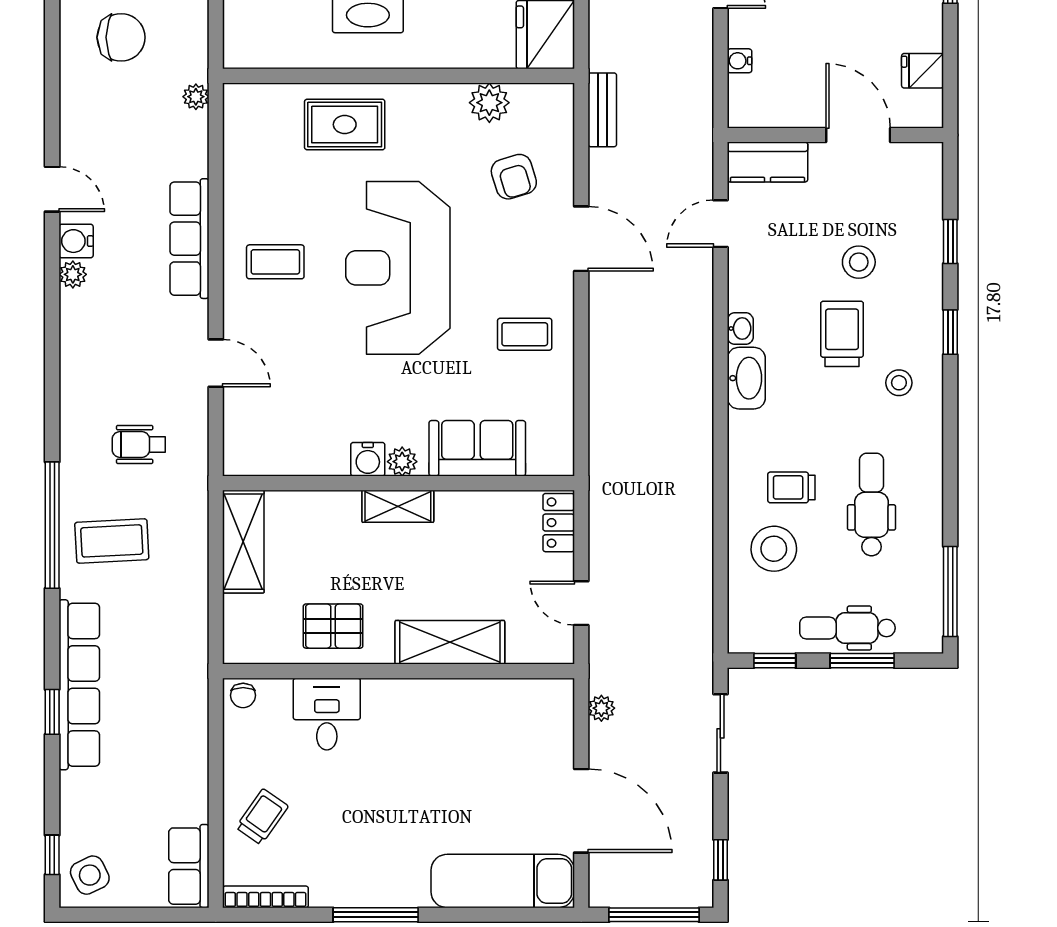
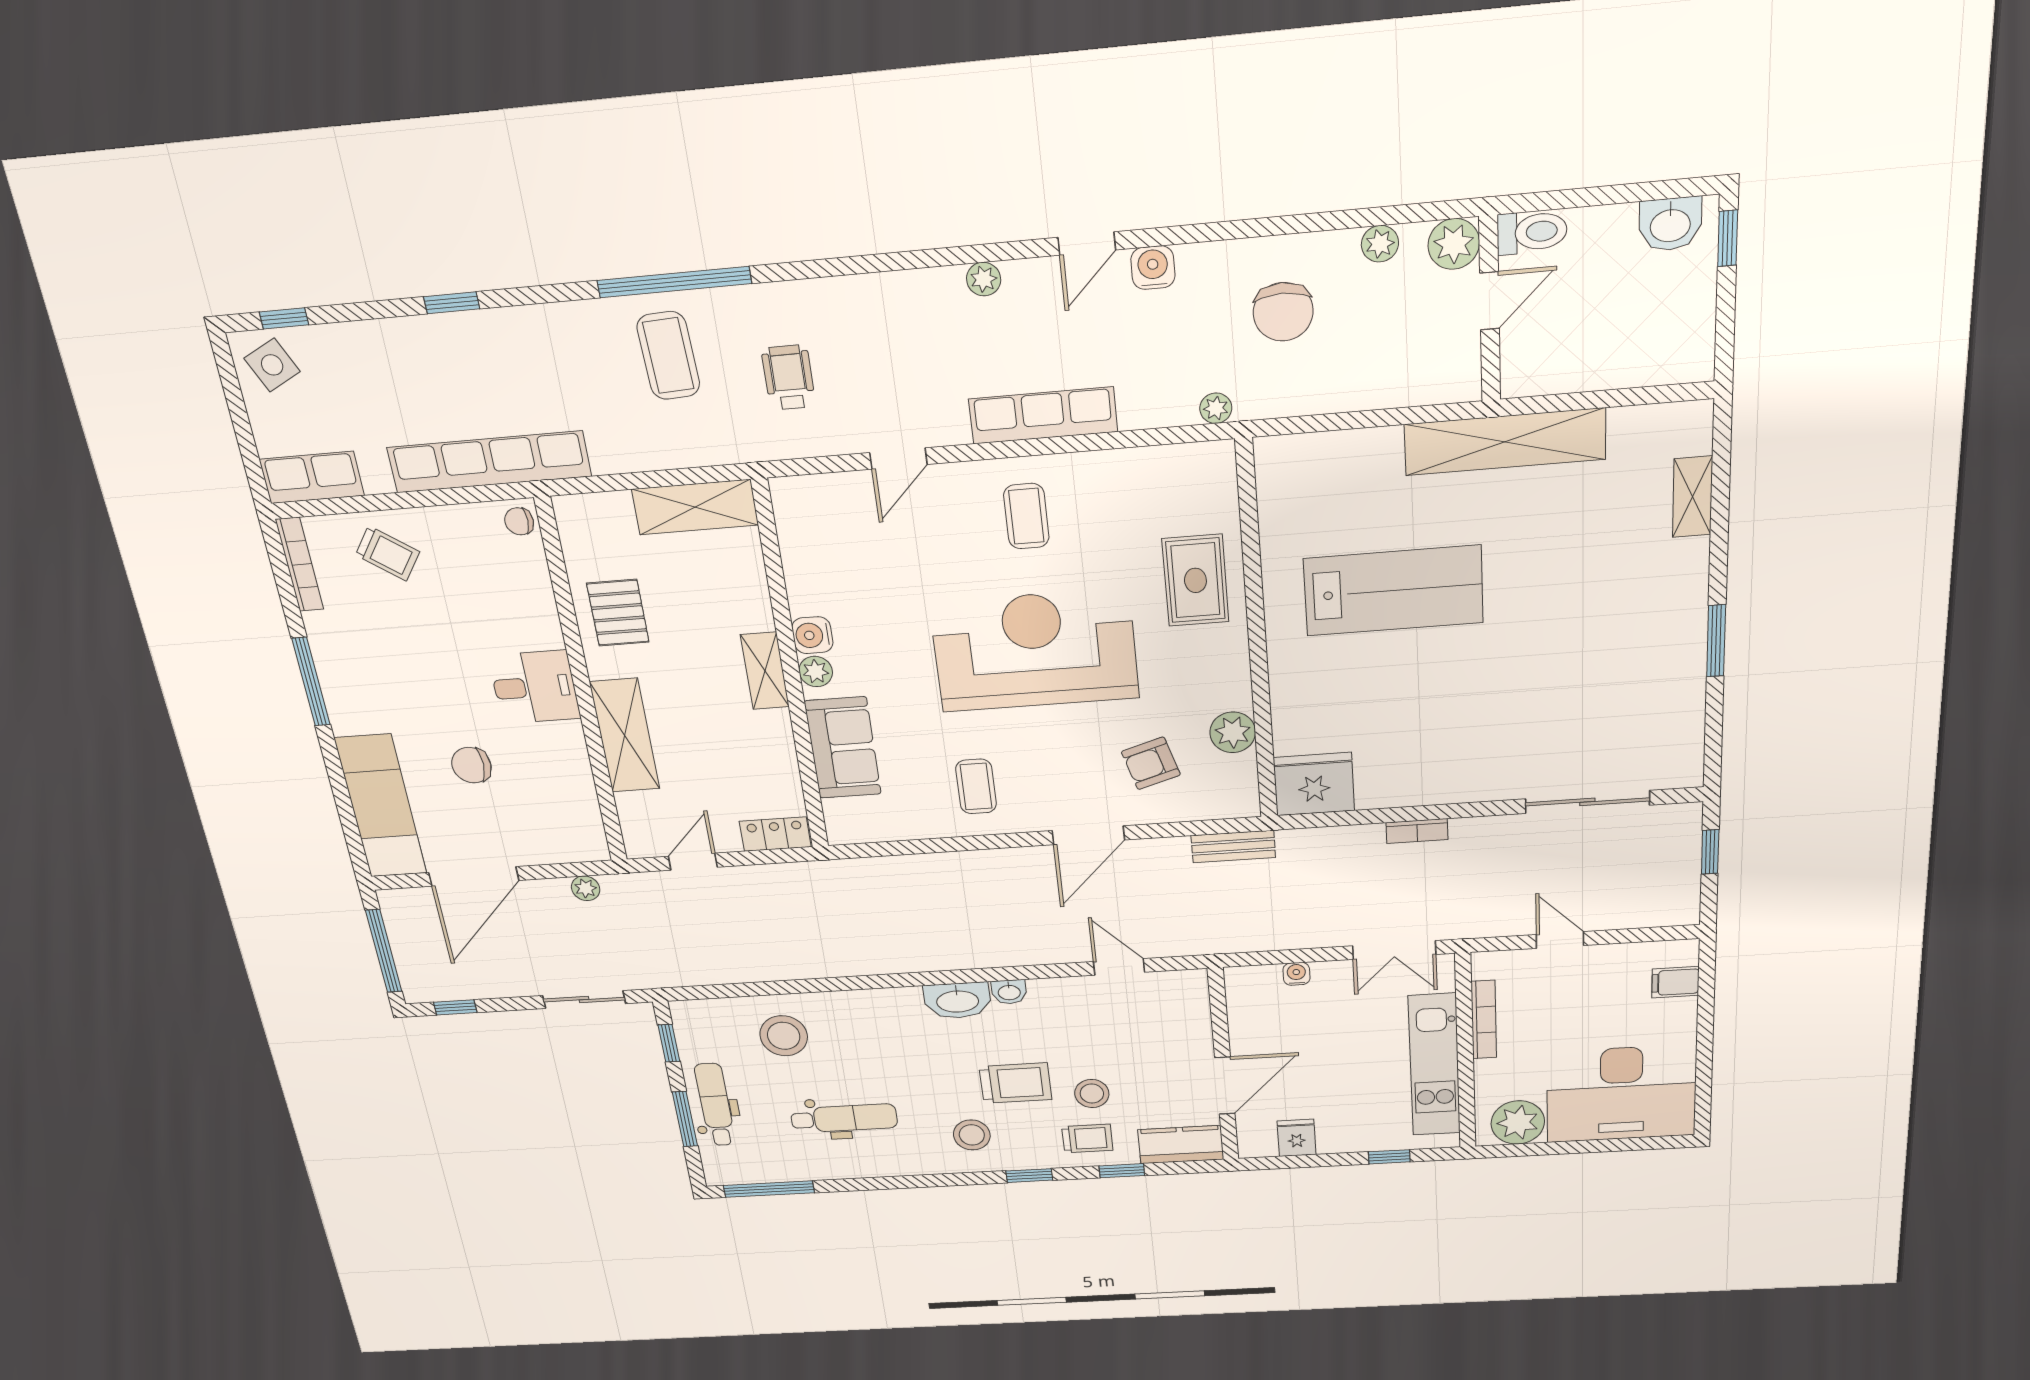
kitchen counter: (768, 162) -> (1181, 1145), moved, turned 90
water cooler: (76, 241) -> (1153, 268), moved
stool: (899, 383) -> (972, 1135), width x1.37, depth x1.37
trolley: (791, 487) -> (1087, 1139), moved, turned 90
row of seats: (79, 685) -> (489, 462), moved, turned 180
desk: (327, 714) -> (535, 687), moved
chair: (468, 788) -> (471, 765), added

